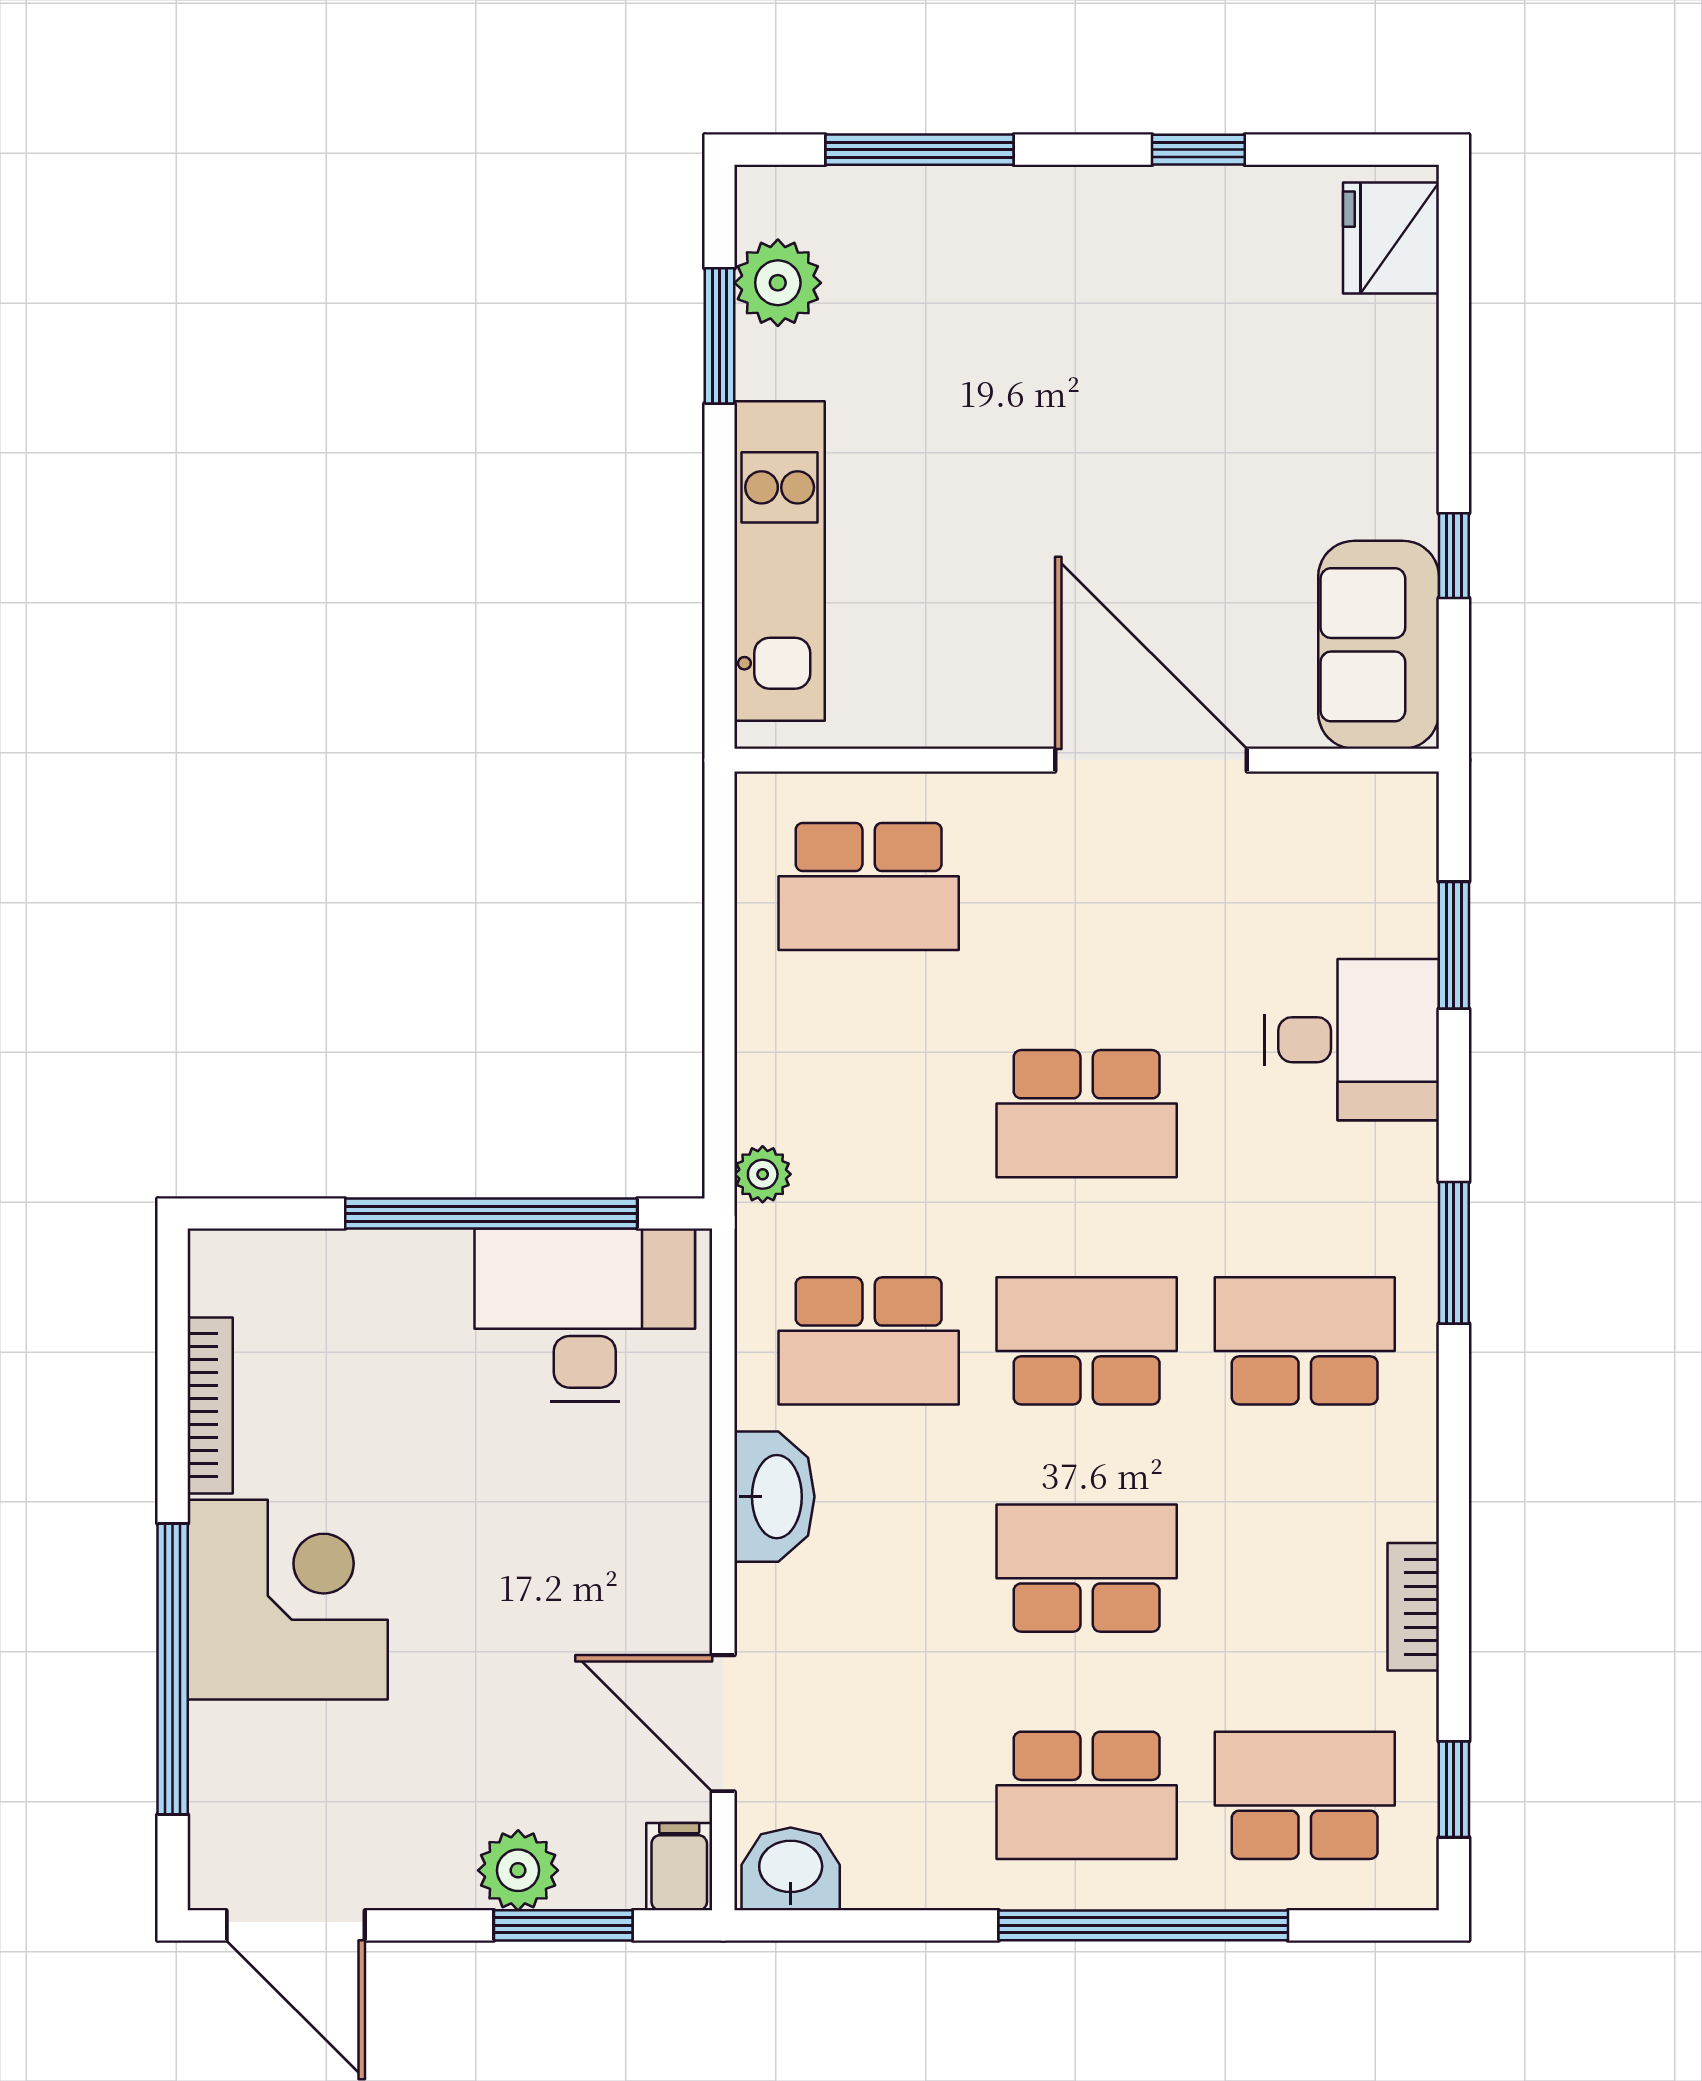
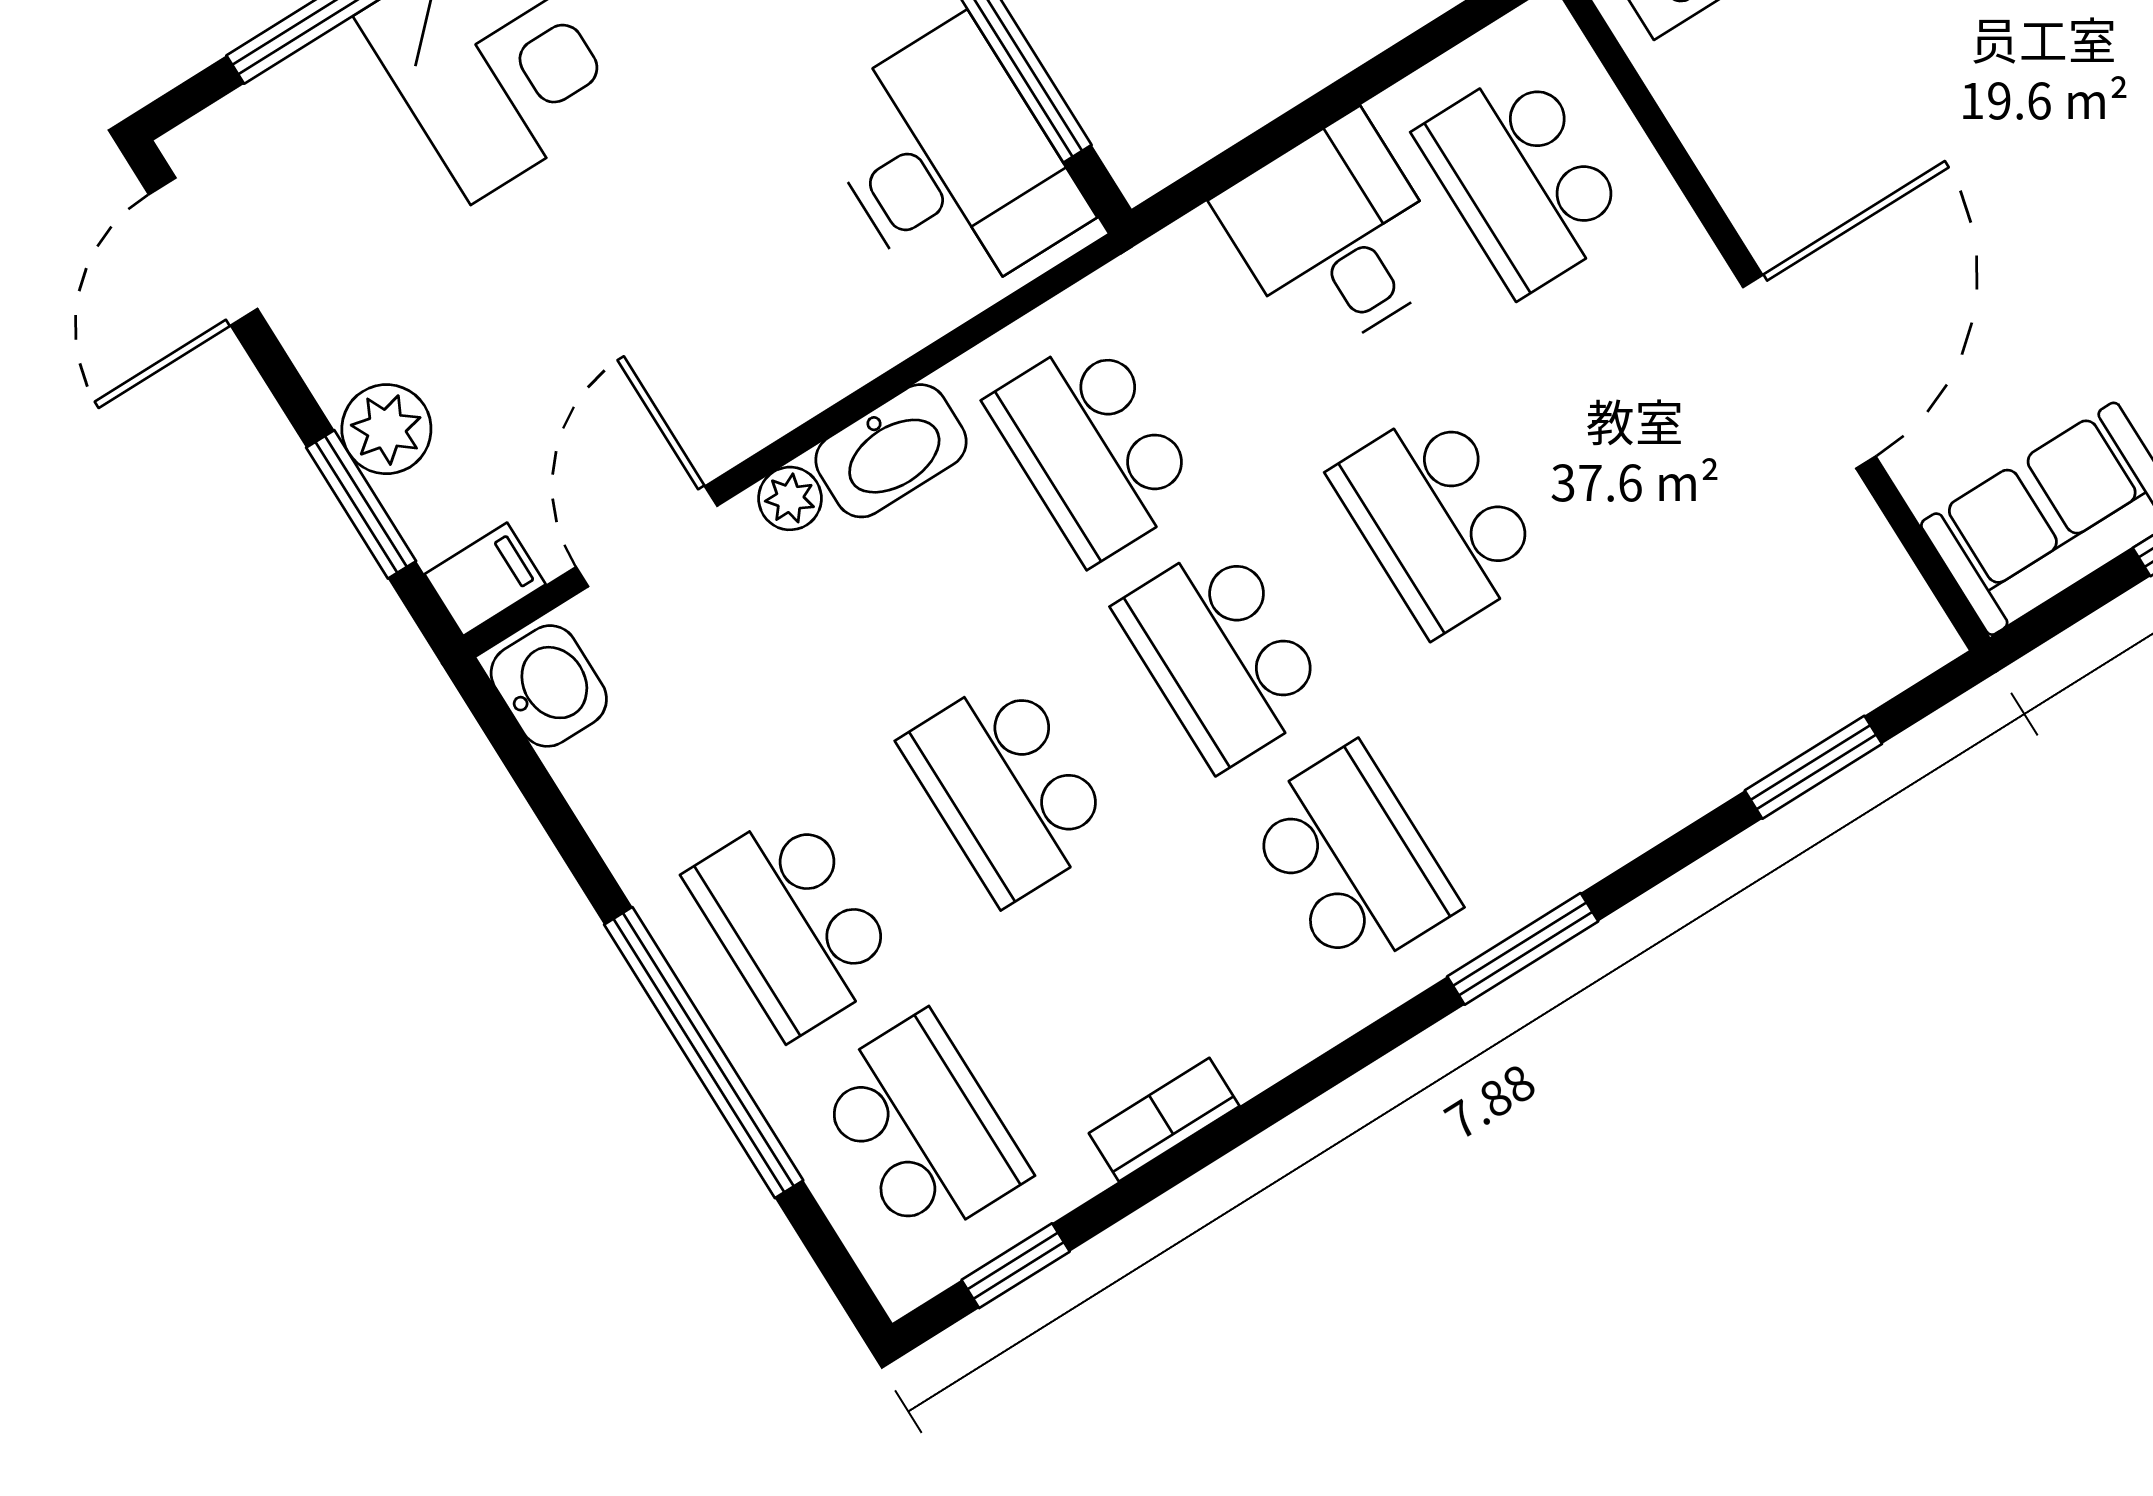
desk: (1352, 1040) -> (1335, 235), moved, turned 180
plant: (763, 1174) -> (790, 498), moved
school desk: (1087, 1341) -> (1223, 654), turned 180
school desk: (1087, 1568) -> (1008, 788), turned 180

